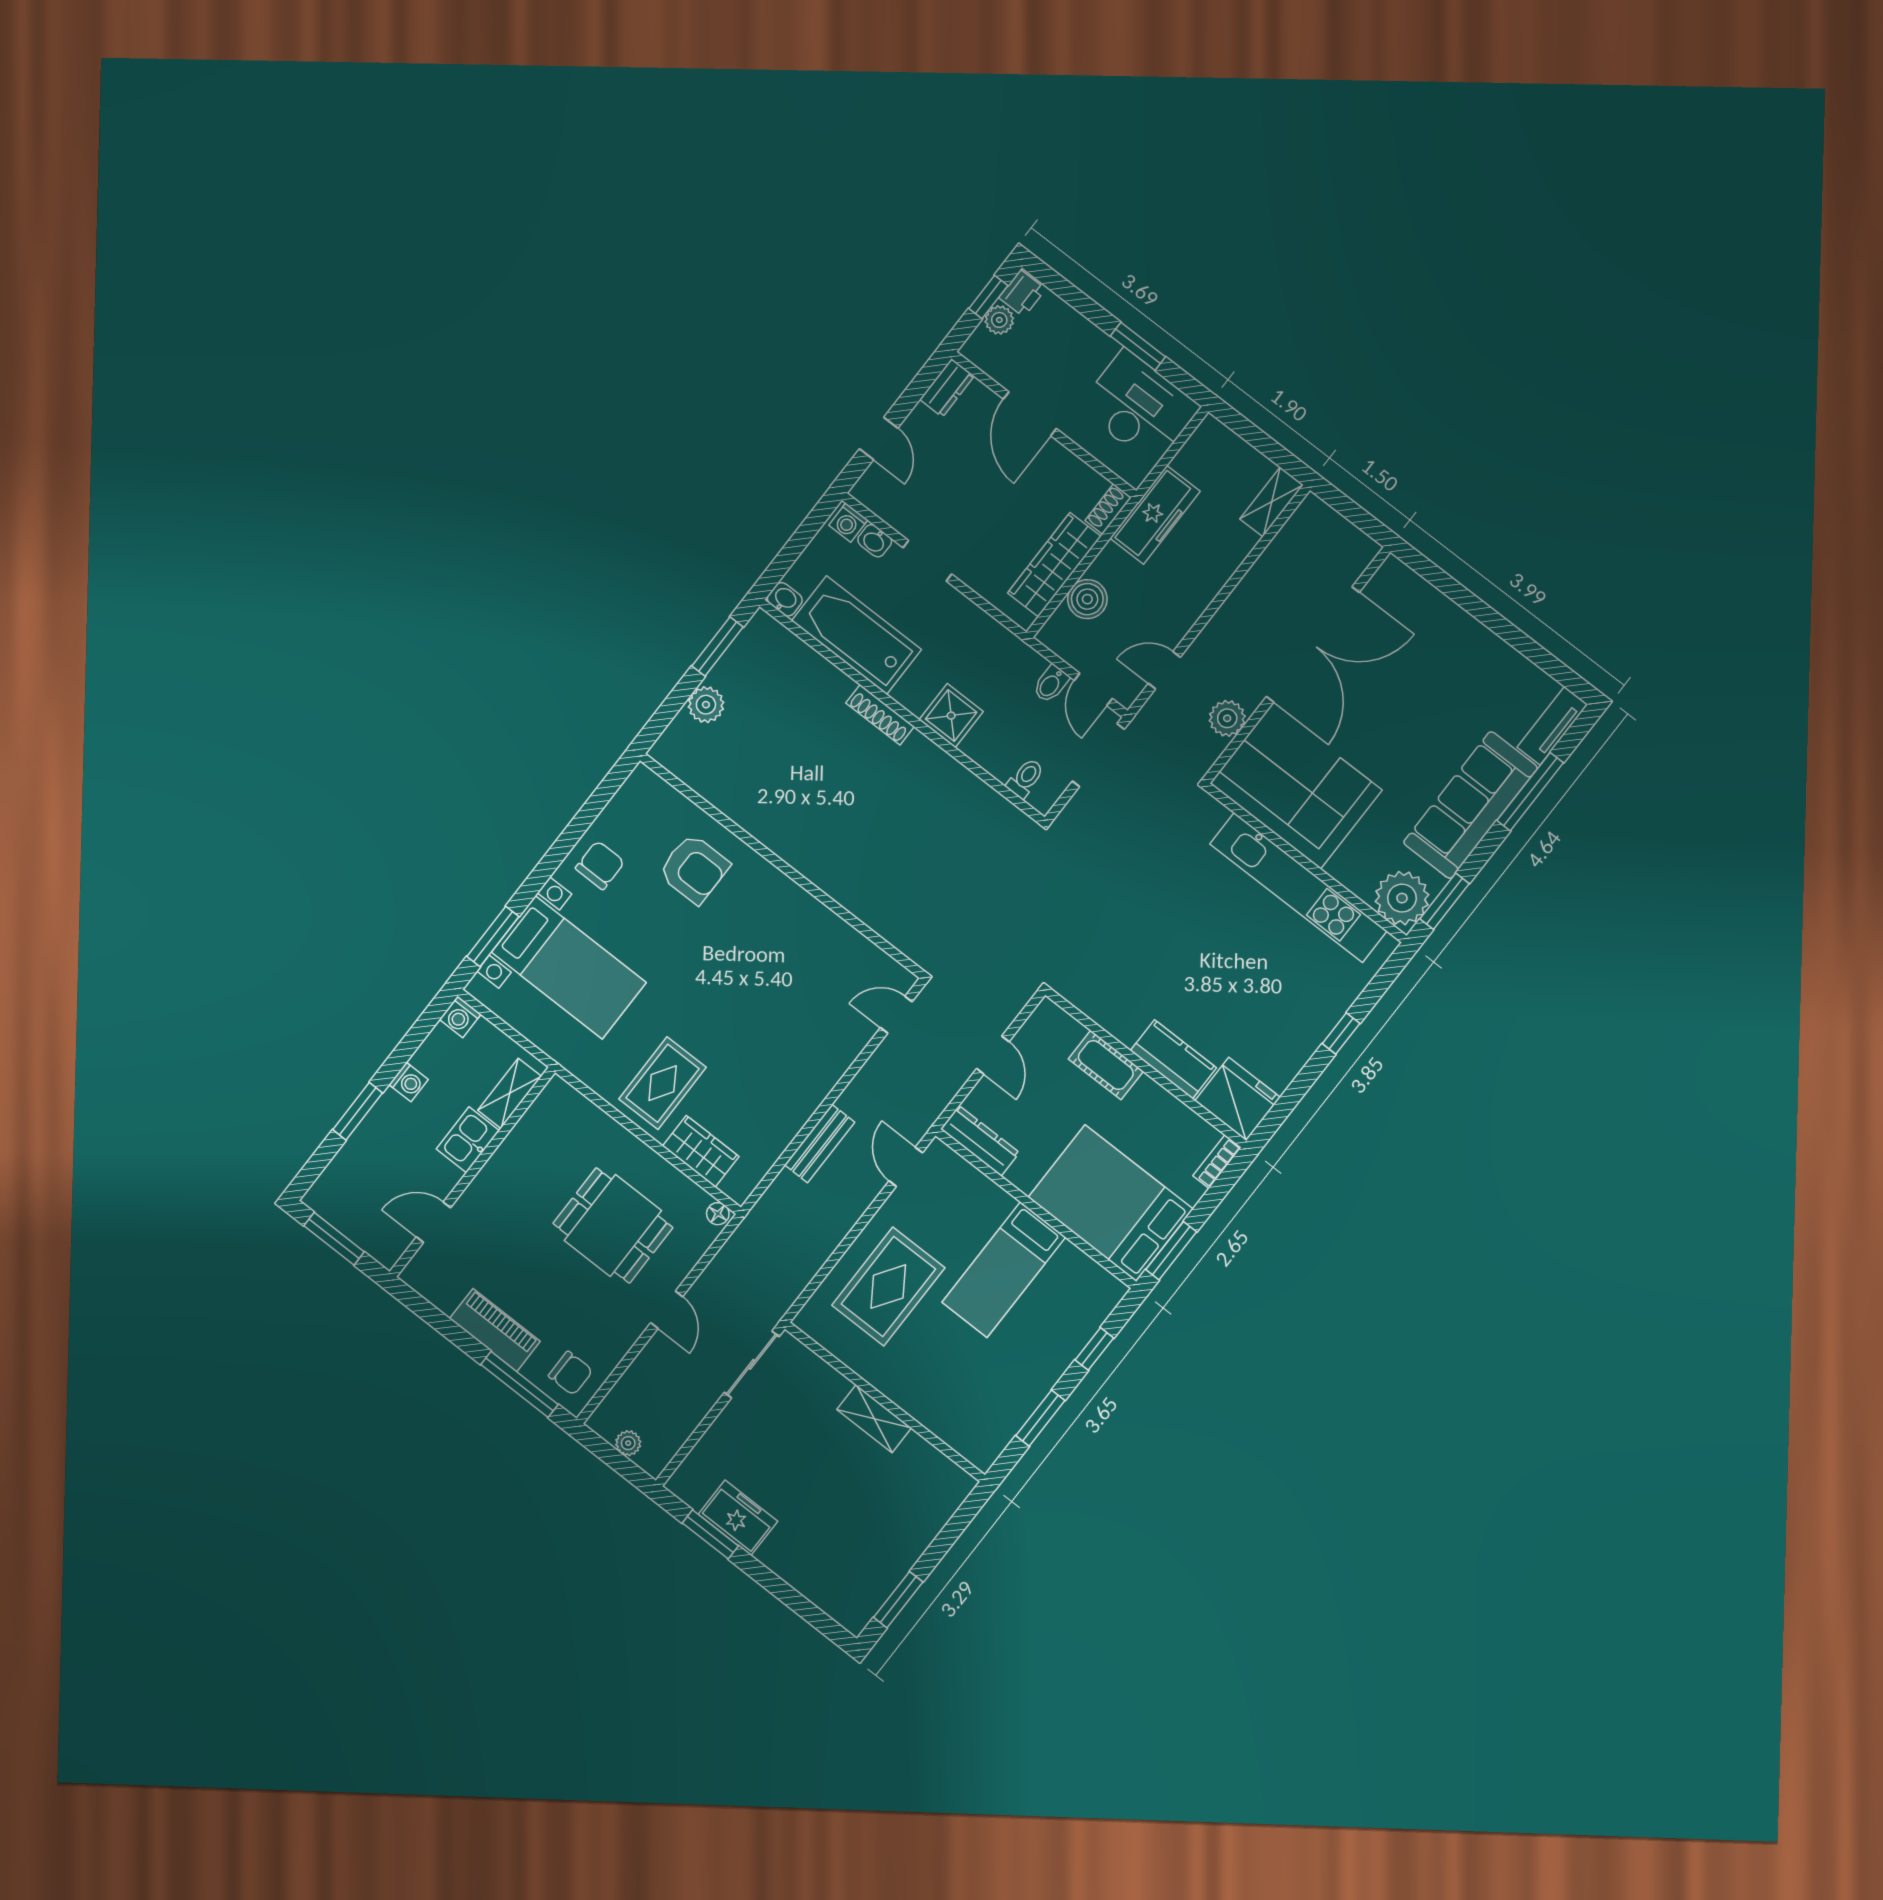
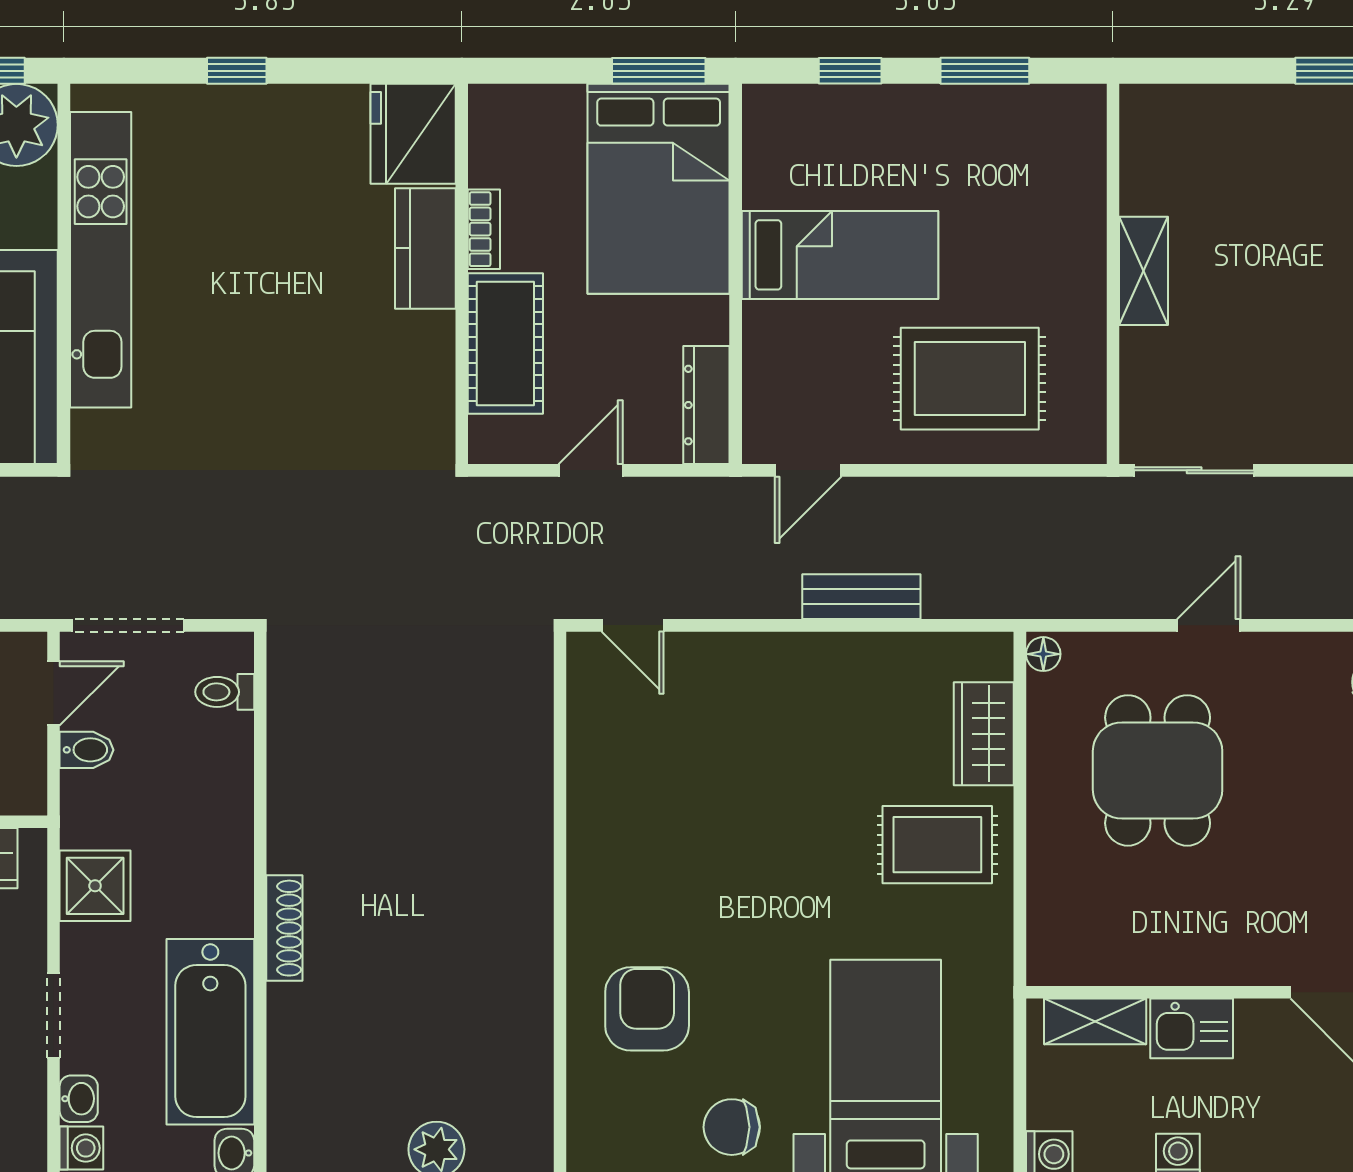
shower: (951, 716) -> (95, 886), moved
cot: (1106, 1065) -> (505, 343), width x1.37, depth x1.34
bookcase: (1217, 1161) -> (484, 229), moved, turned -90

